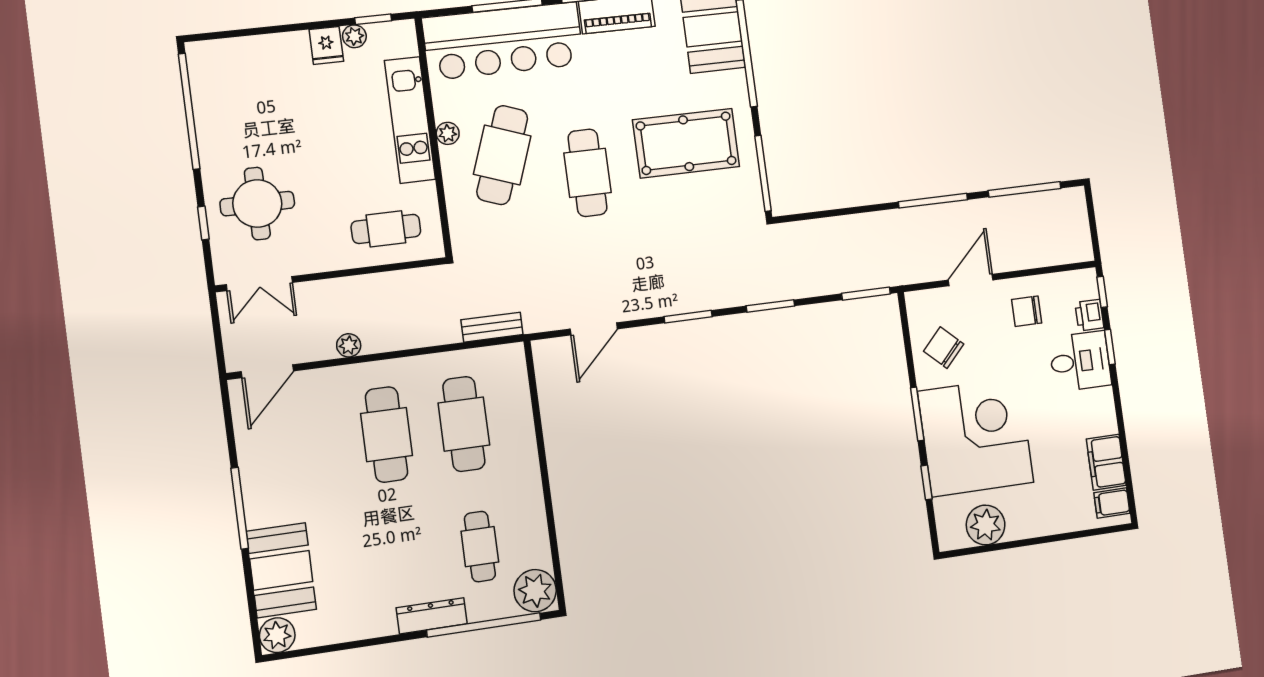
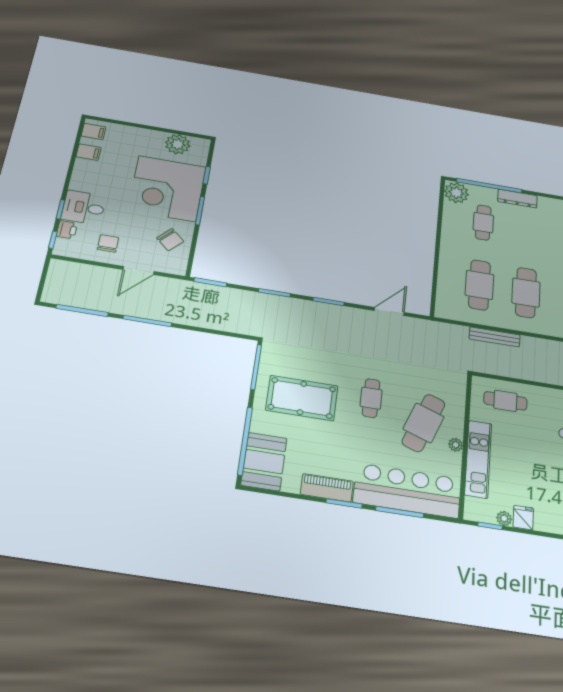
cafe table: (588, 173) -> (371, 398), width x0.73, depth x0.74
chair: (1027, 311) -> (108, 243), turned -90
bench: (492, 327) -> (495, 337), moved, width x1.36
plant: (349, 345) -> (540, 344), removed
filing cabinet: (1106, 462) -> (88, 152), width x0.50

